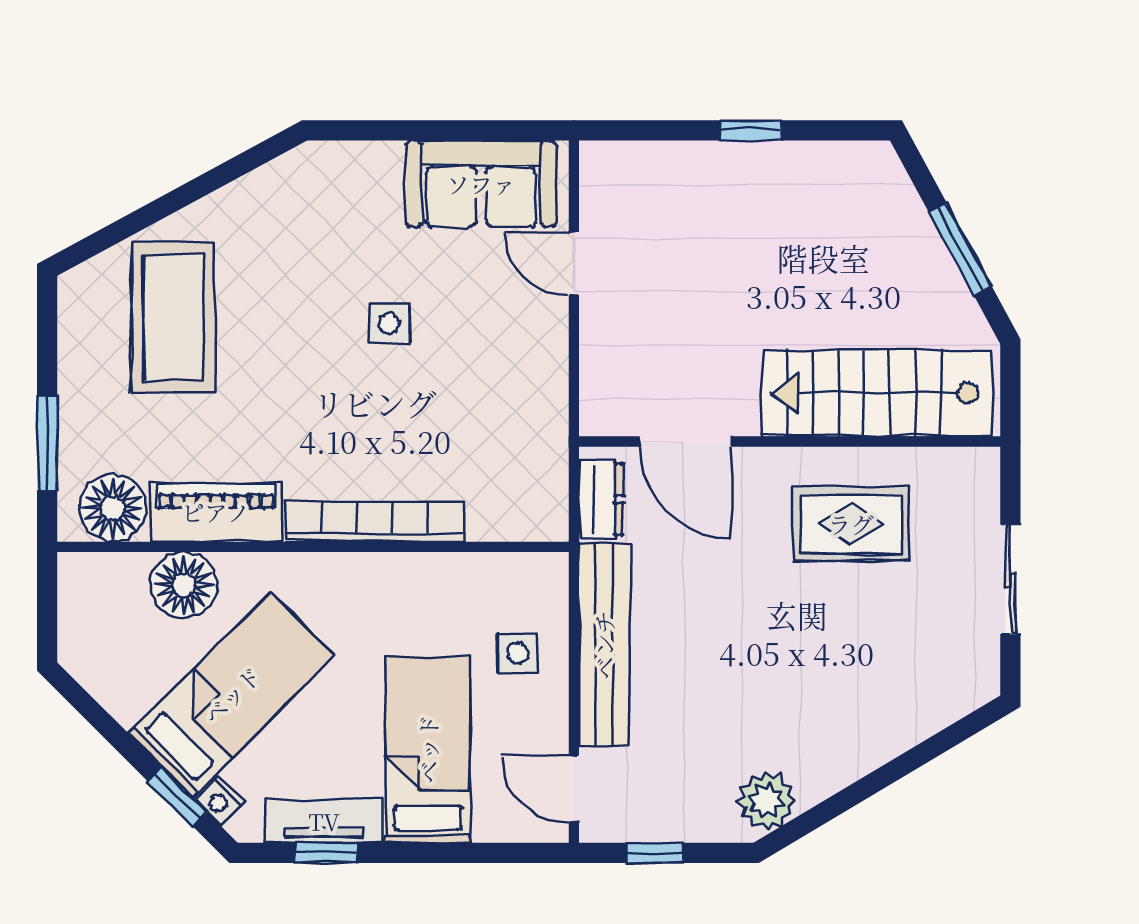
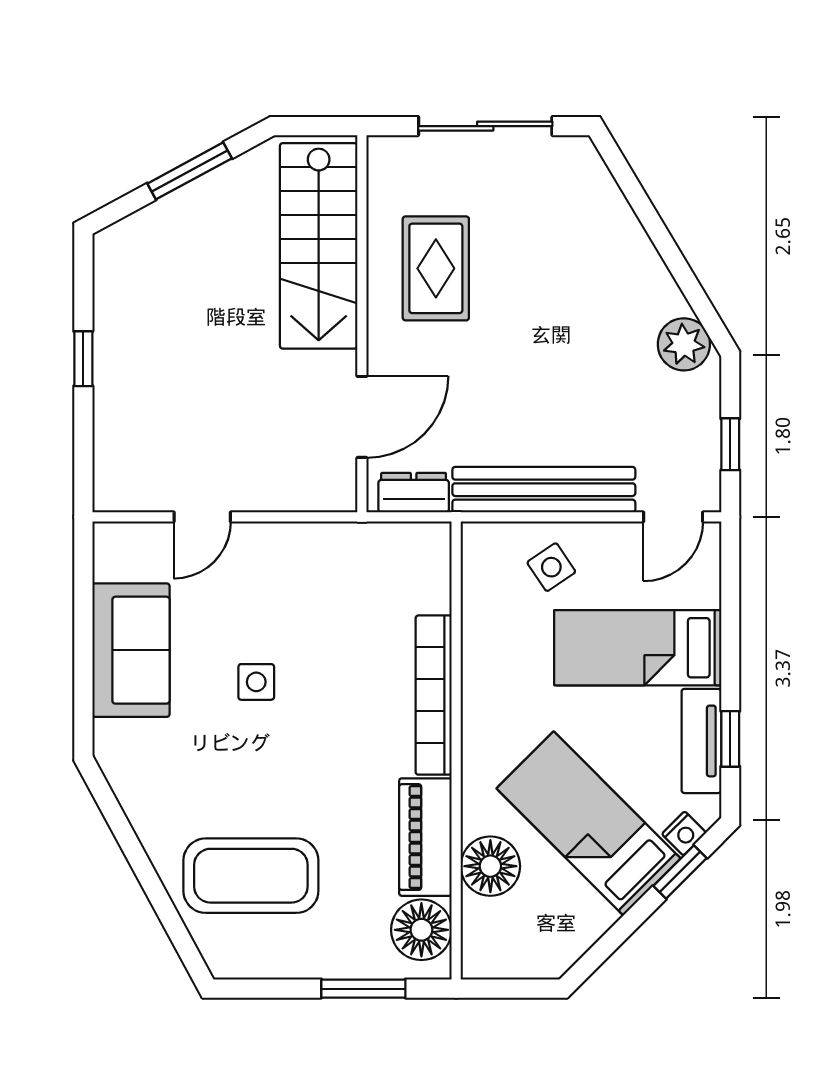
sofa: (481, 184) -> (131, 650), moved
sliding door: (1010, 579) -> (485, 126), width x1.37
side table: (518, 653) -> (551, 567), turned -34

